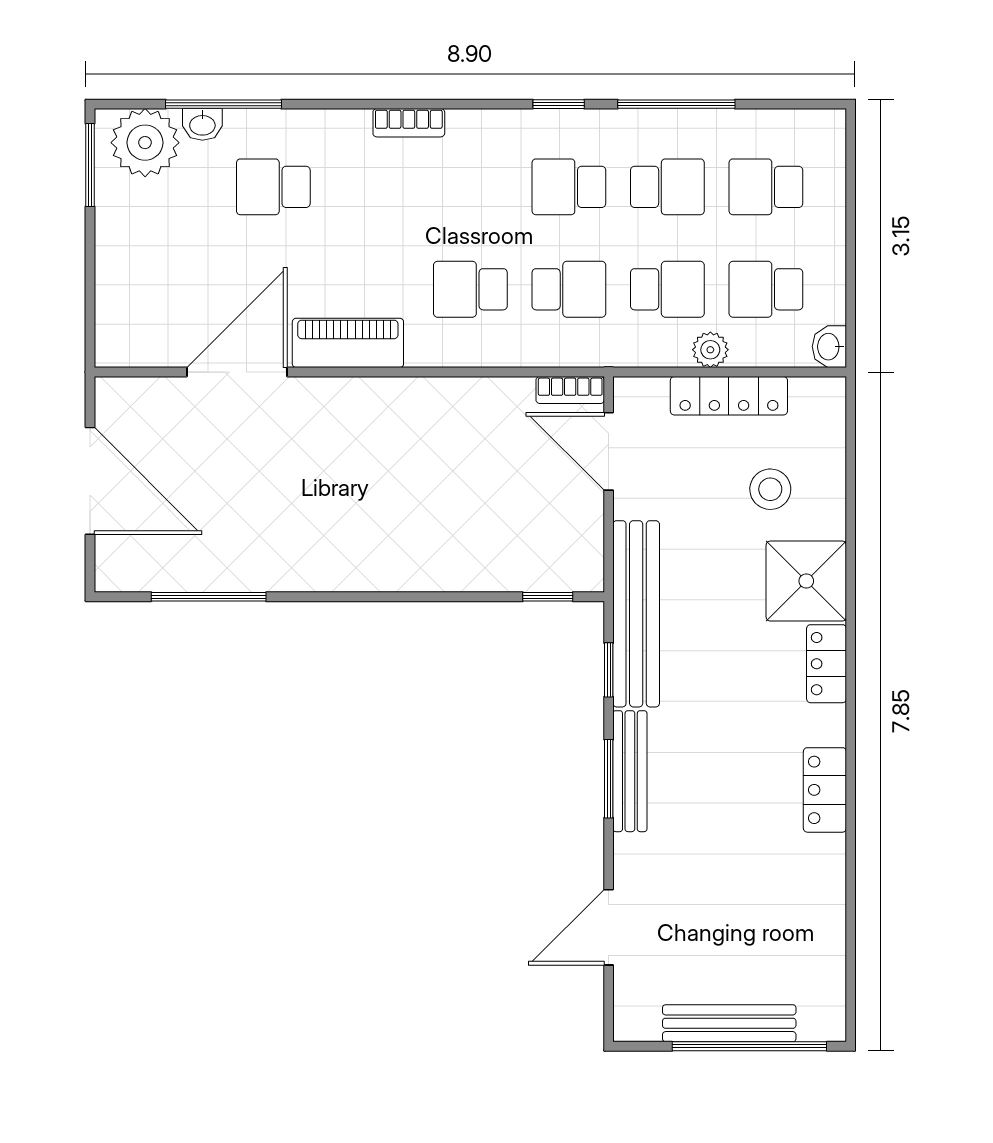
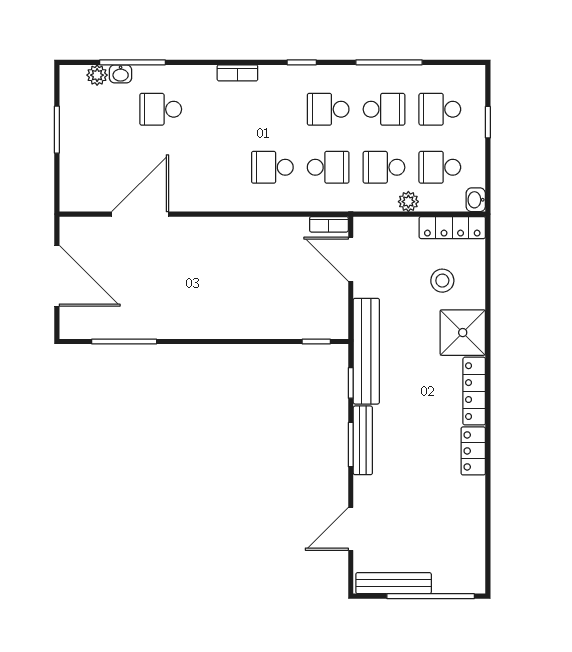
window: (559, 104) -> (302, 62), moved
plant: (145, 143) -> (97, 75), width x0.53, depth x0.53
window: (90, 165) -> (57, 130), moved
window: (851, 210) -> (488, 122), added
school desk: (667, 289) -> (384, 167), turned 180
piano: (348, 343) -> (203, 198), removed
locker: (729, 396) -> (452, 228), moved
locker: (827, 664) -> (474, 391), width x1.53
bench: (729, 1023) -> (394, 583), moved

